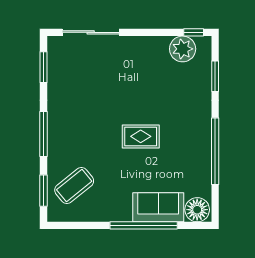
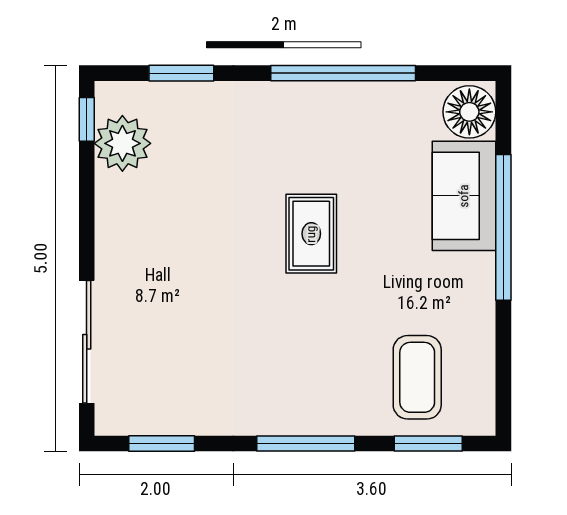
coffee table: (74, 186) -> (417, 377), turned 39

